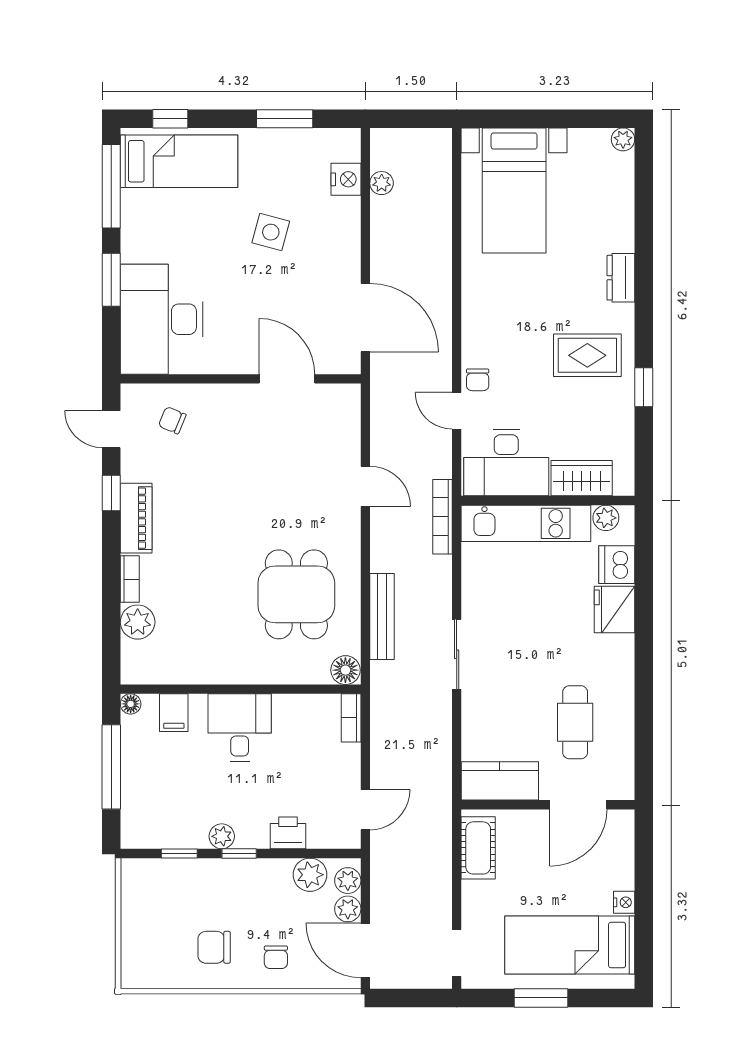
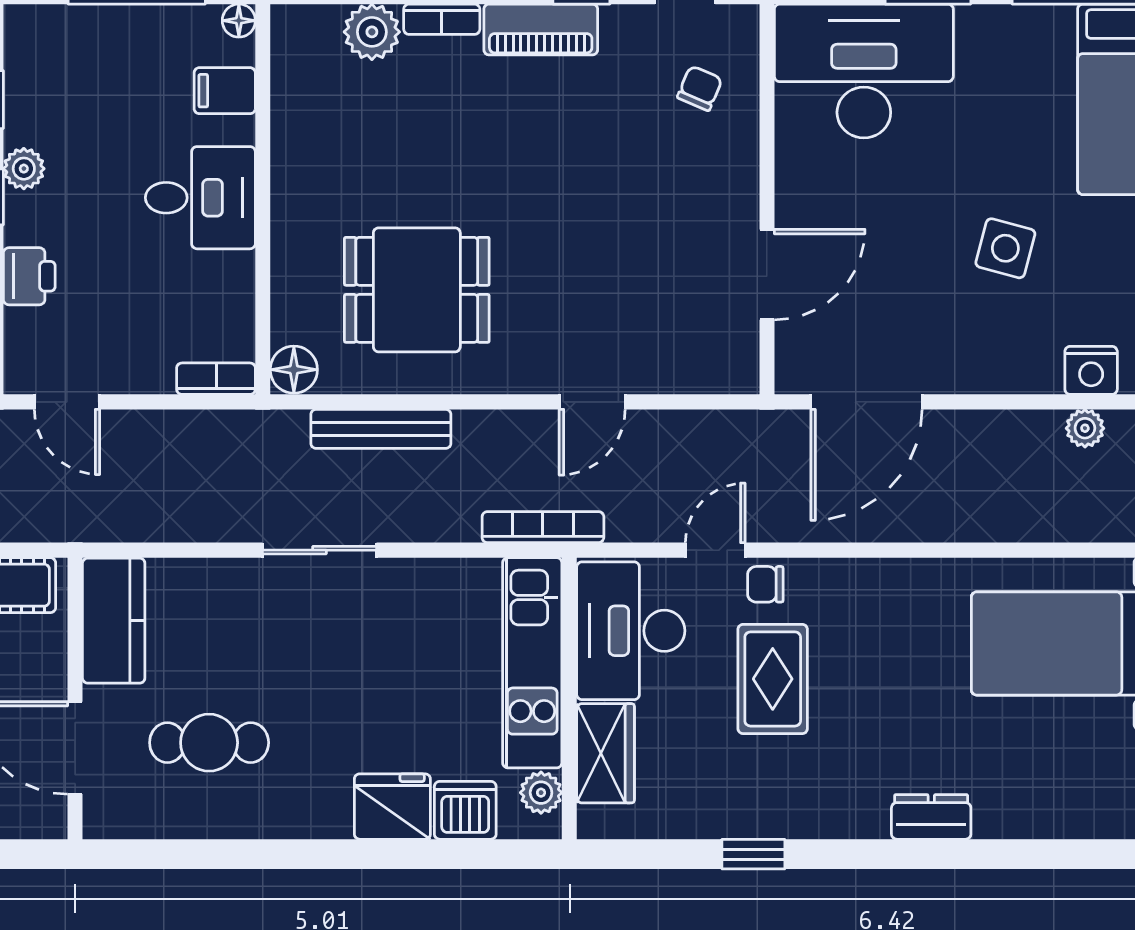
rug: (587, 355) -> (773, 679), moved

